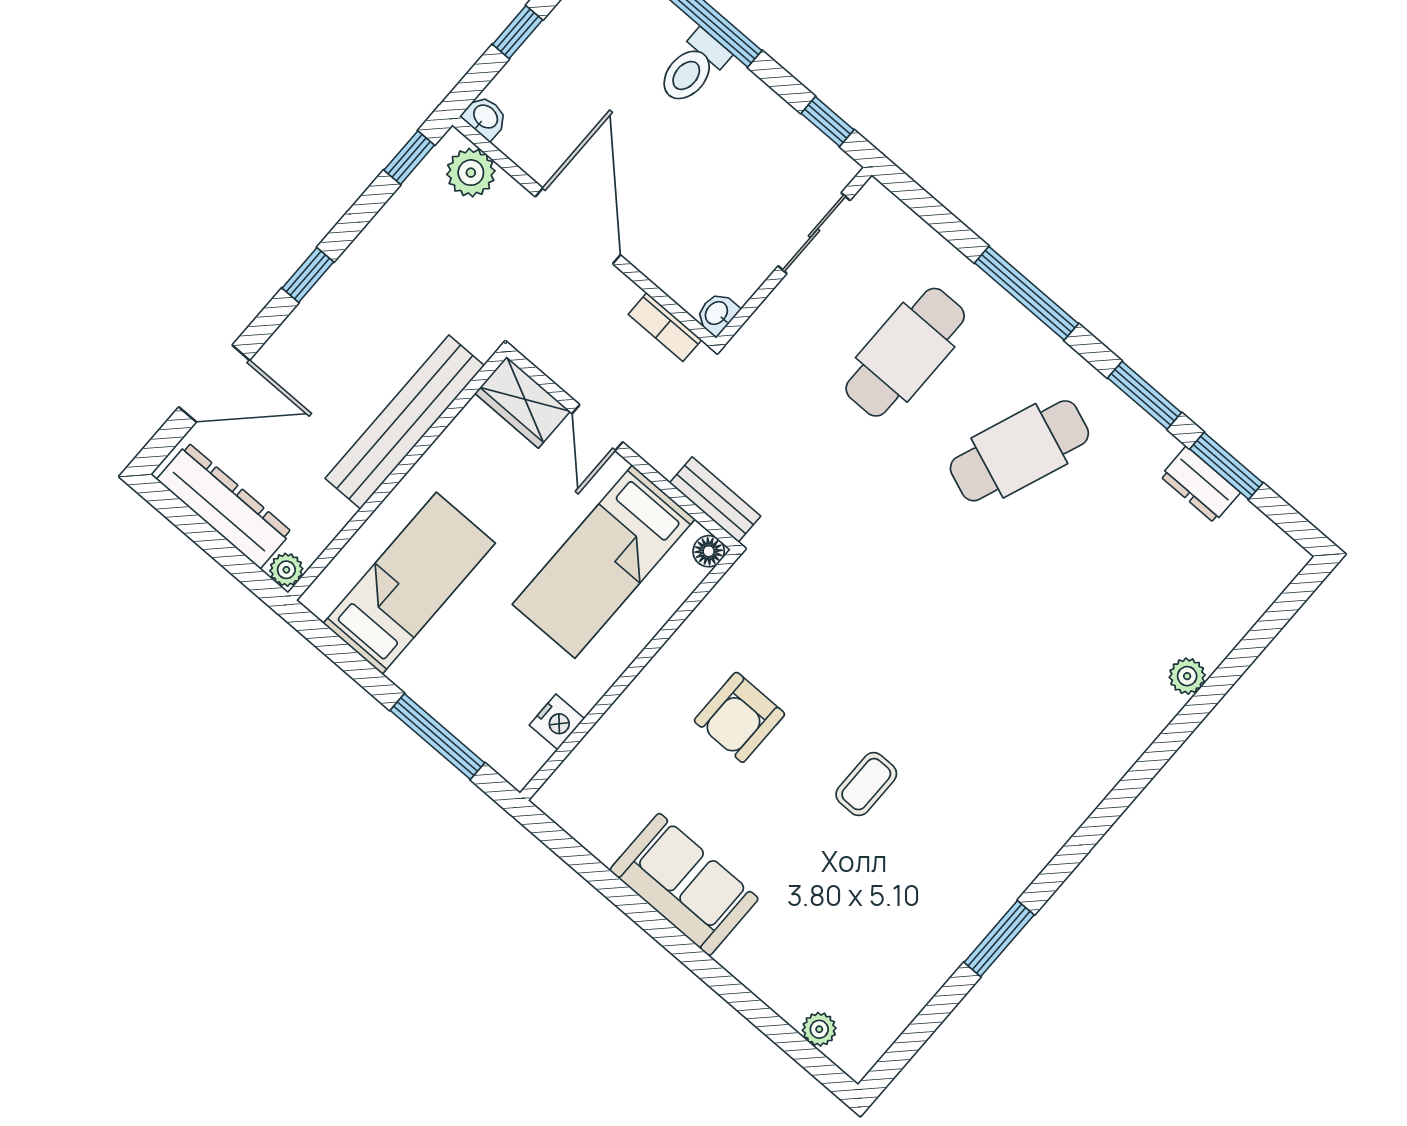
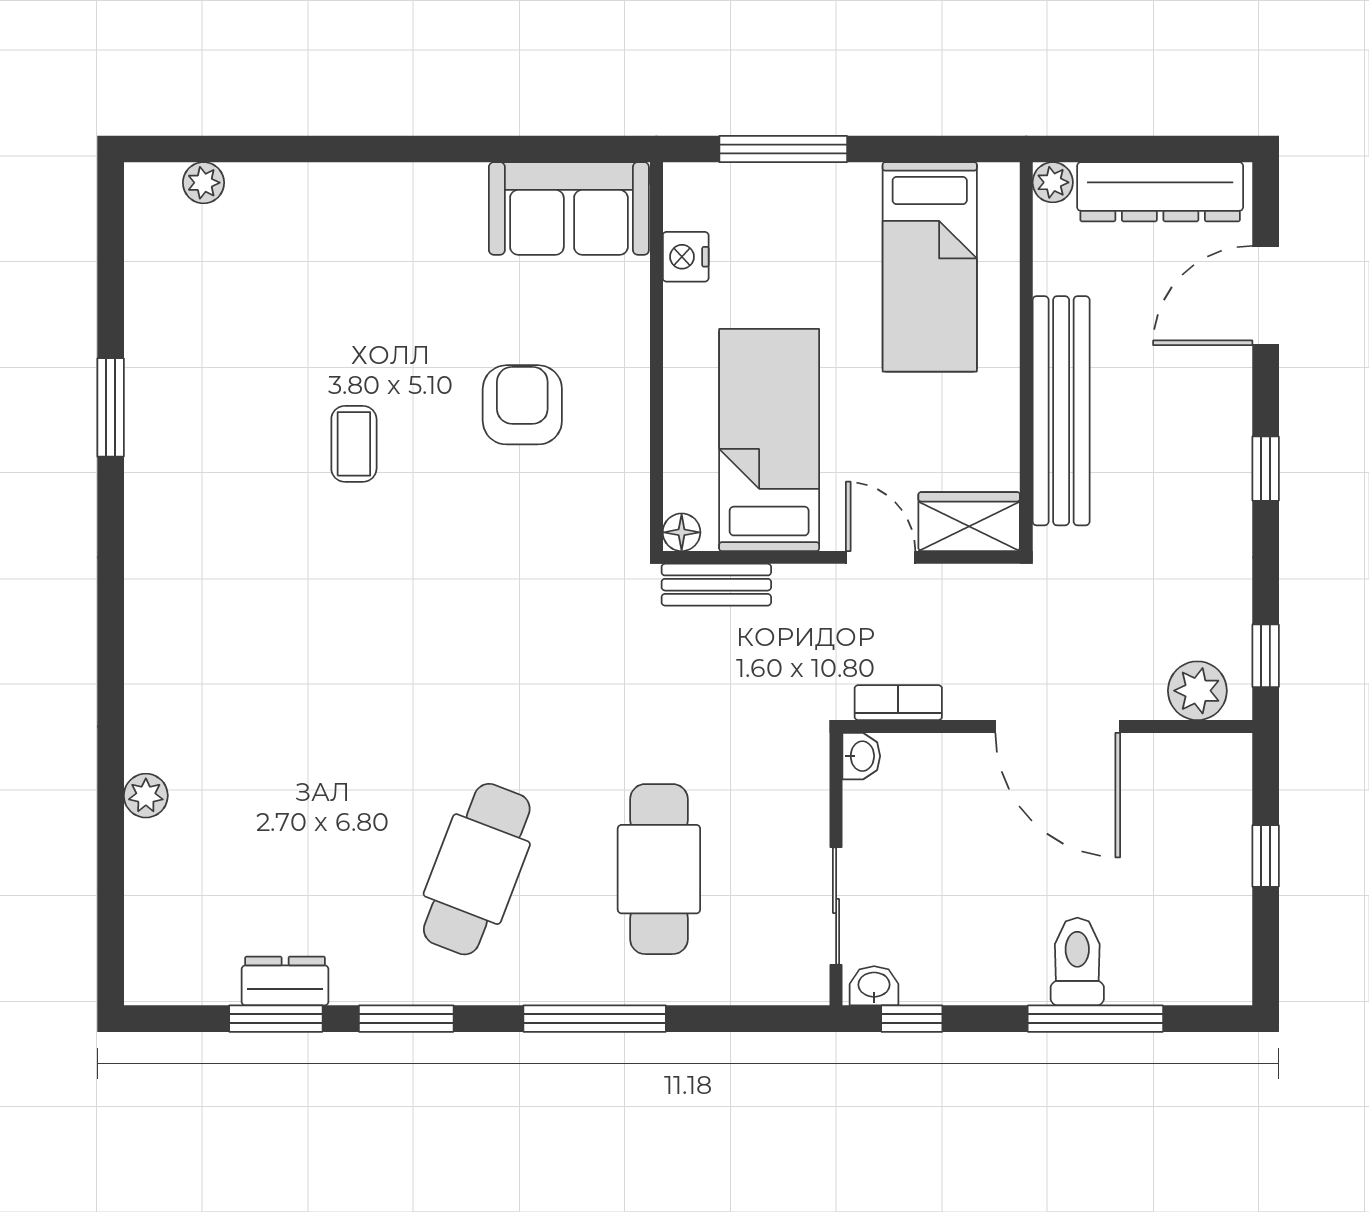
washbasin: (485, 117) -> (874, 986), moved, turned 180
sofa: (684, 884) -> (569, 208), moved

